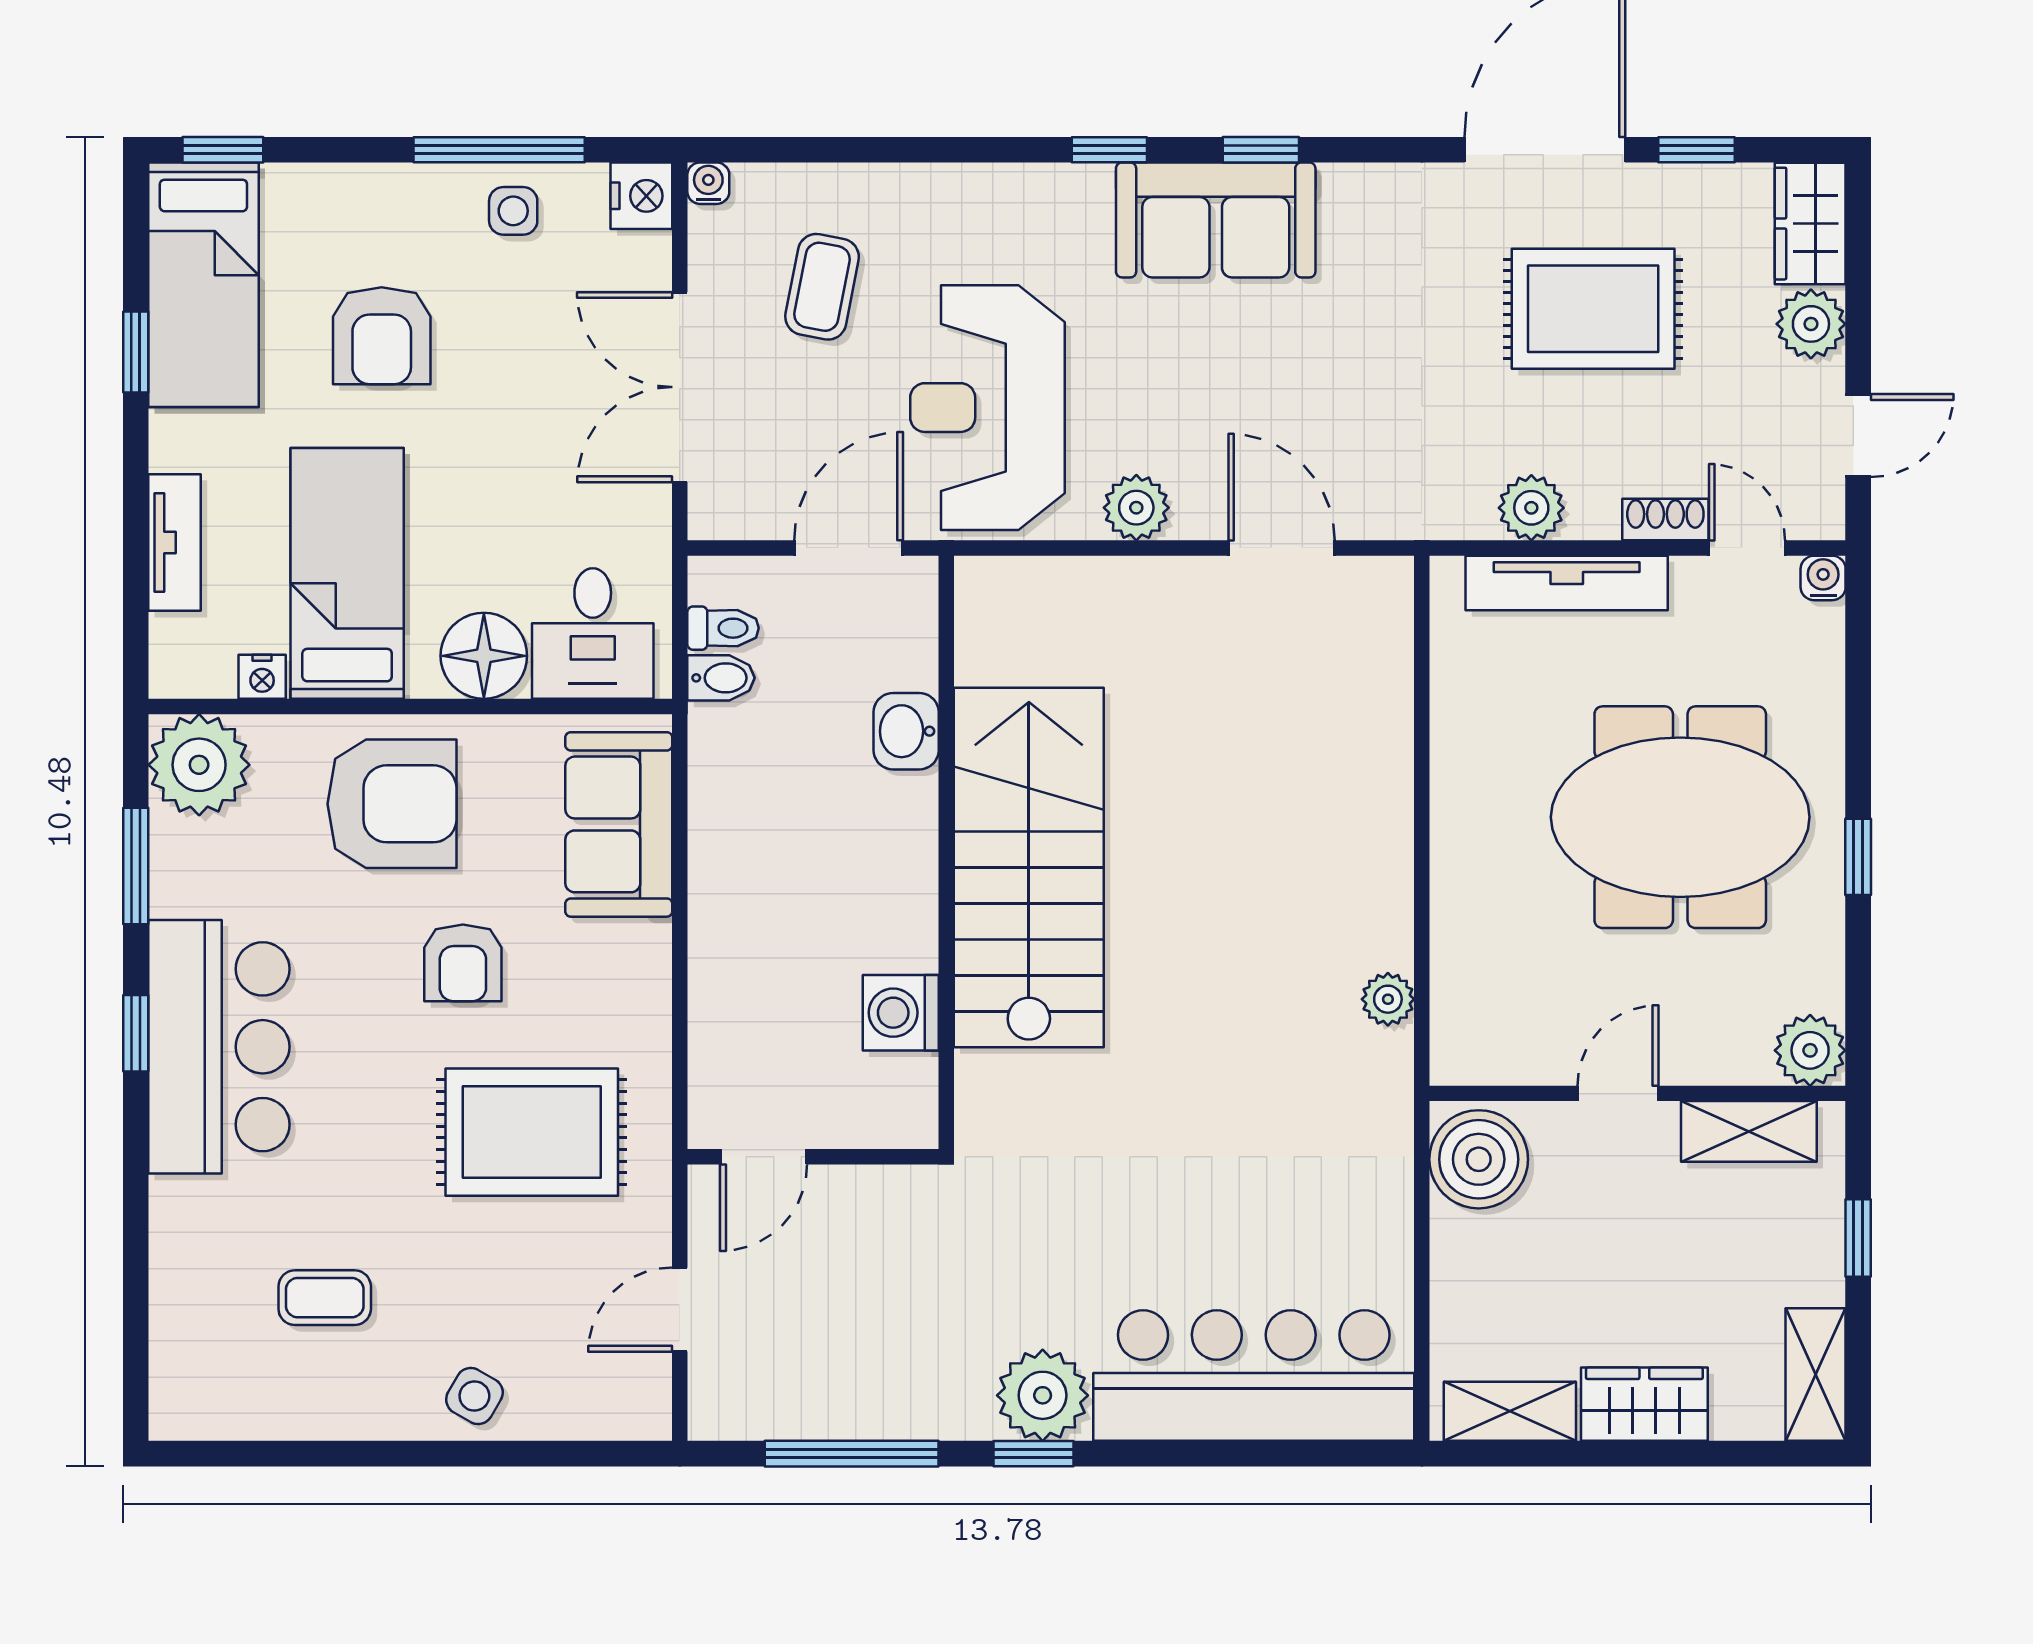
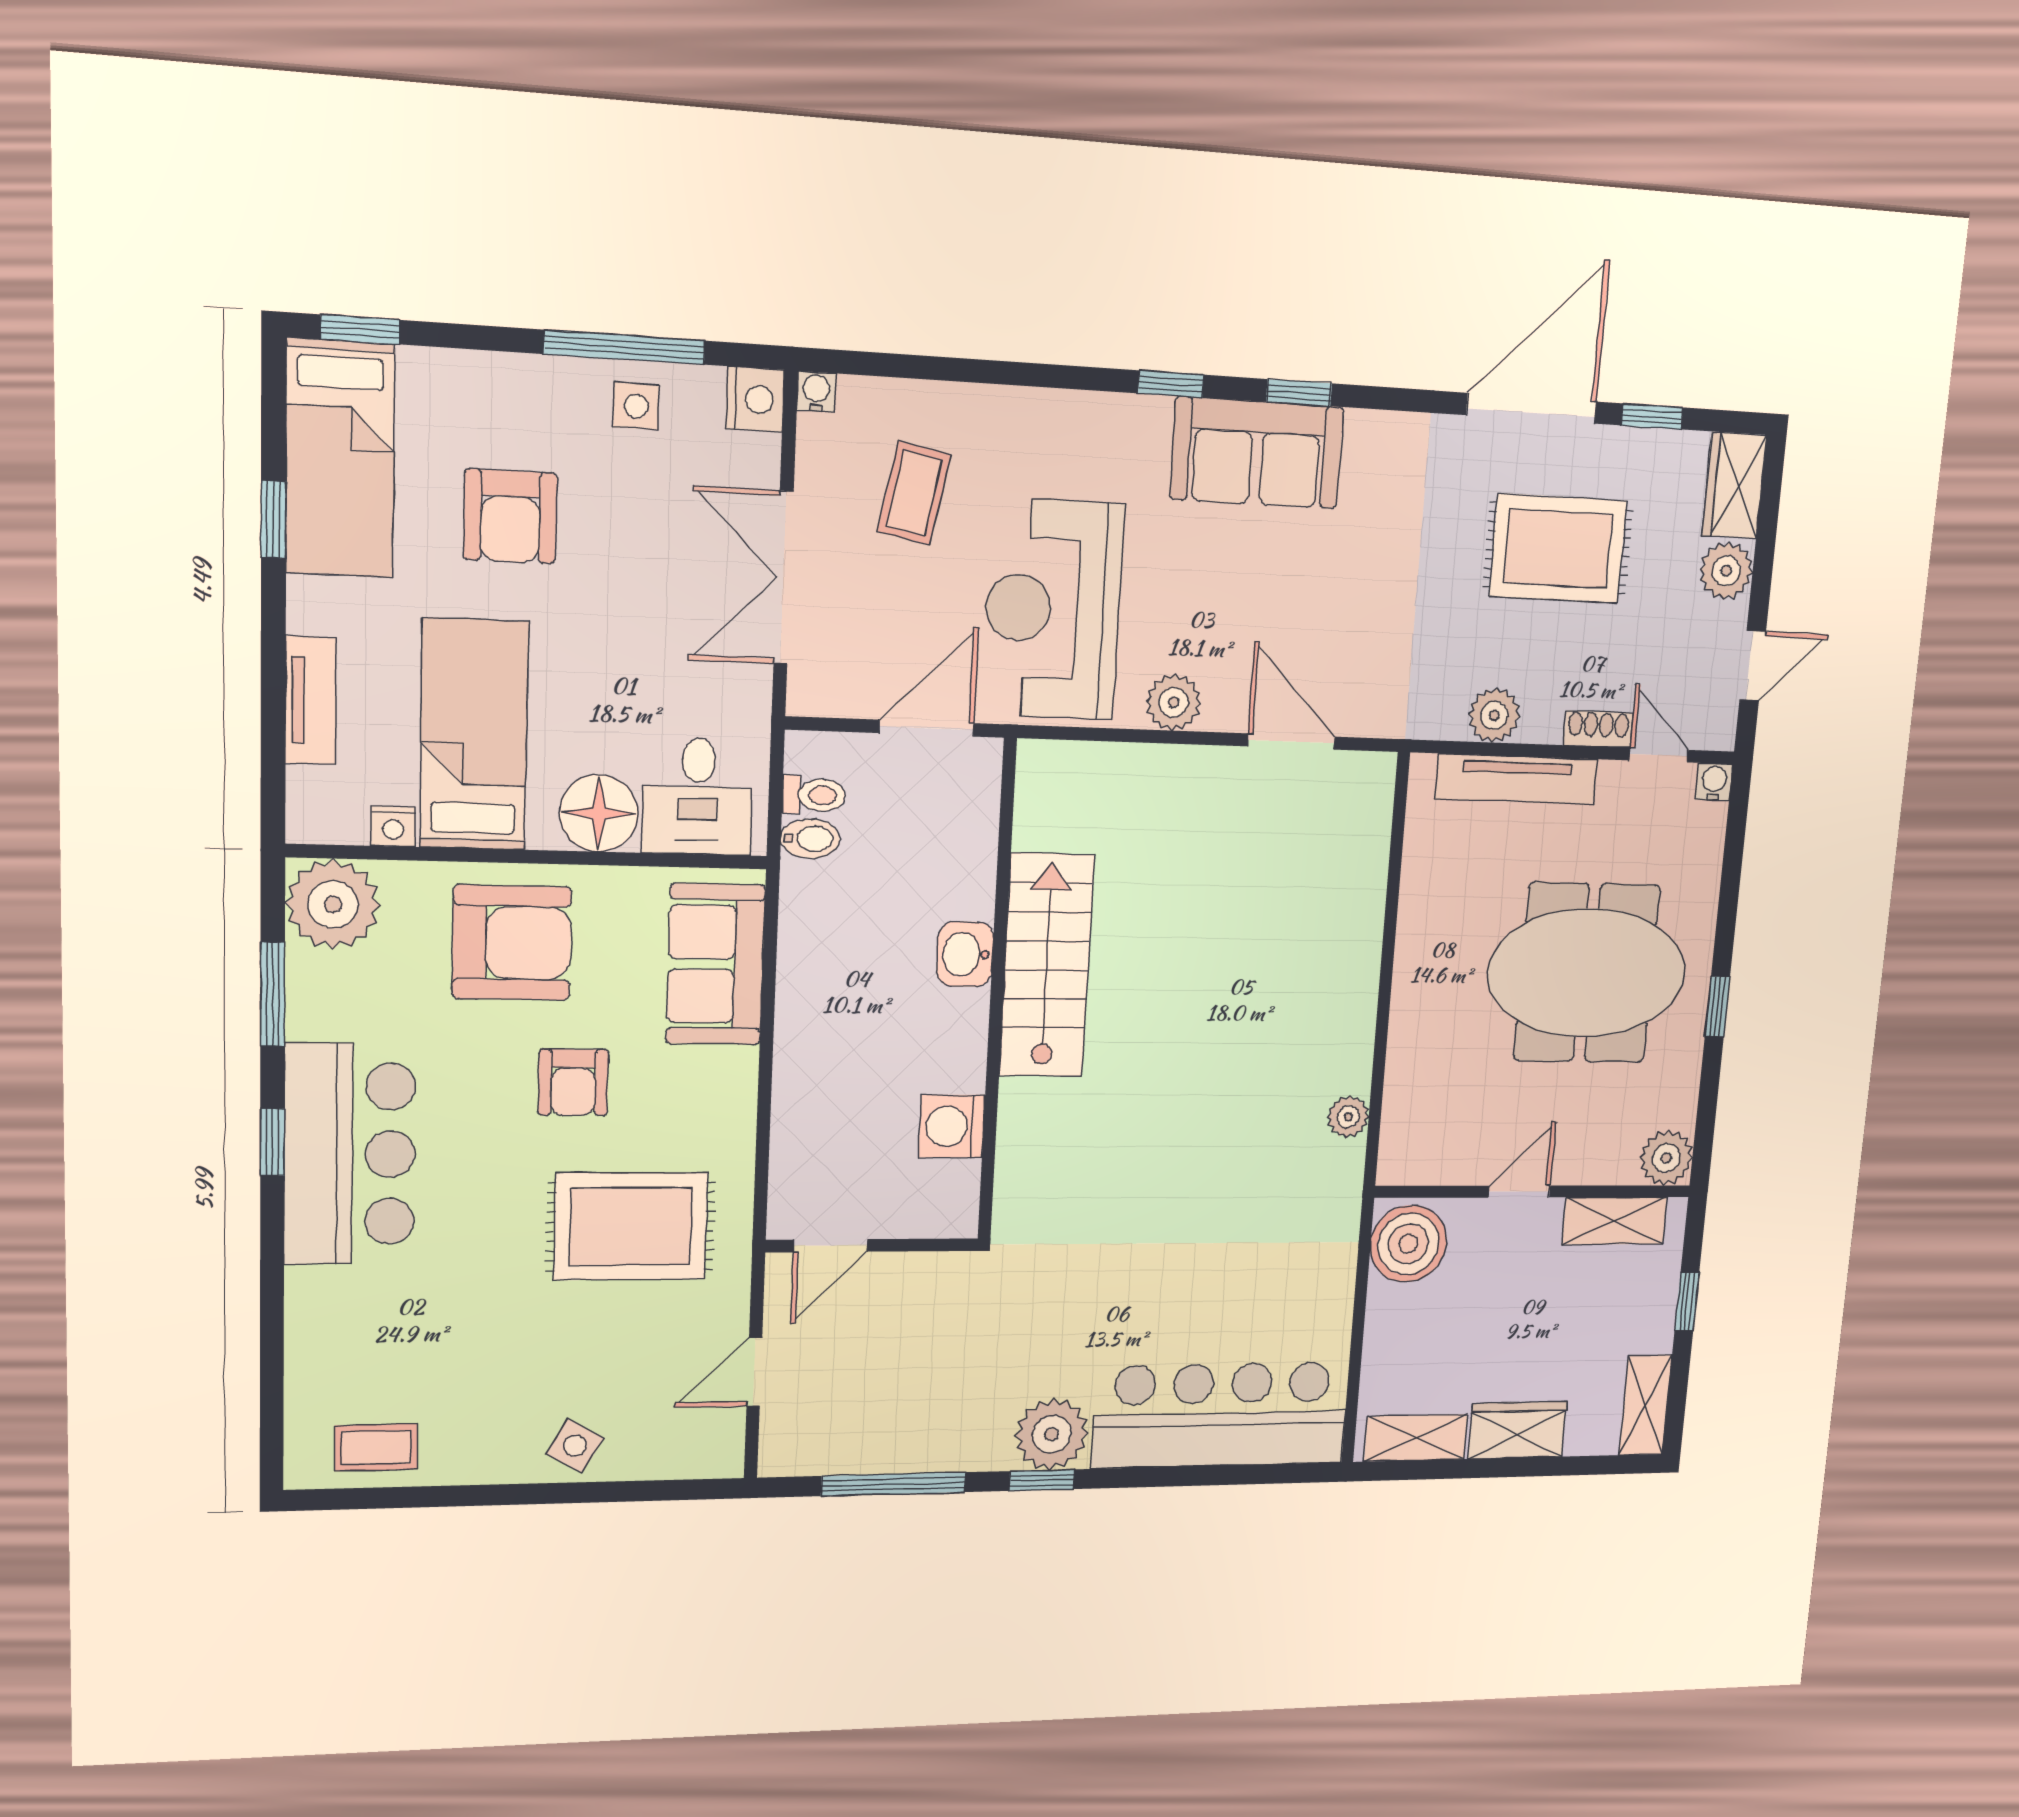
washbasin: (906, 731) -> (965, 954), moved
stairs: (1029, 867) -> (1047, 966), width x0.73, depth x0.66
coffee table: (325, 1298) -> (376, 1447), moved

